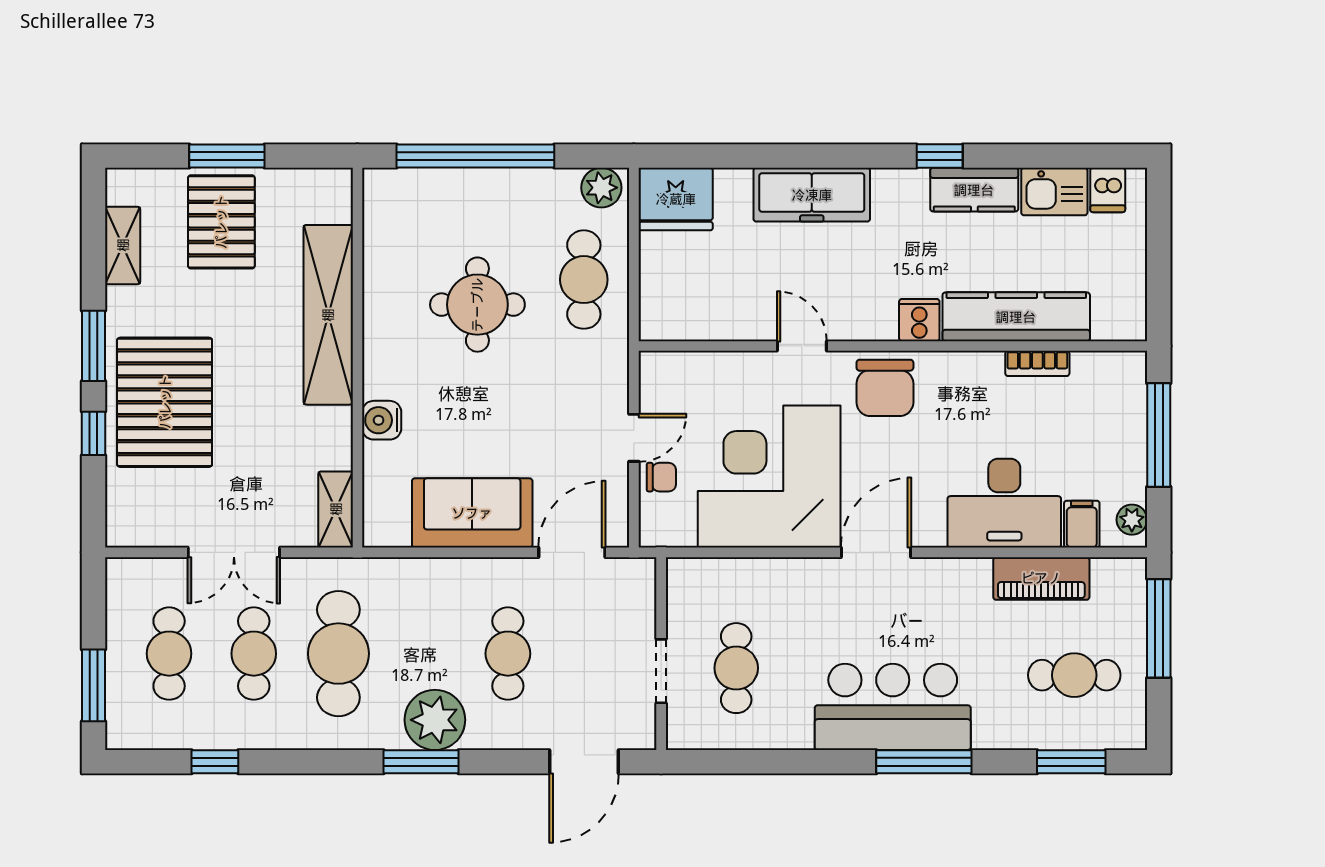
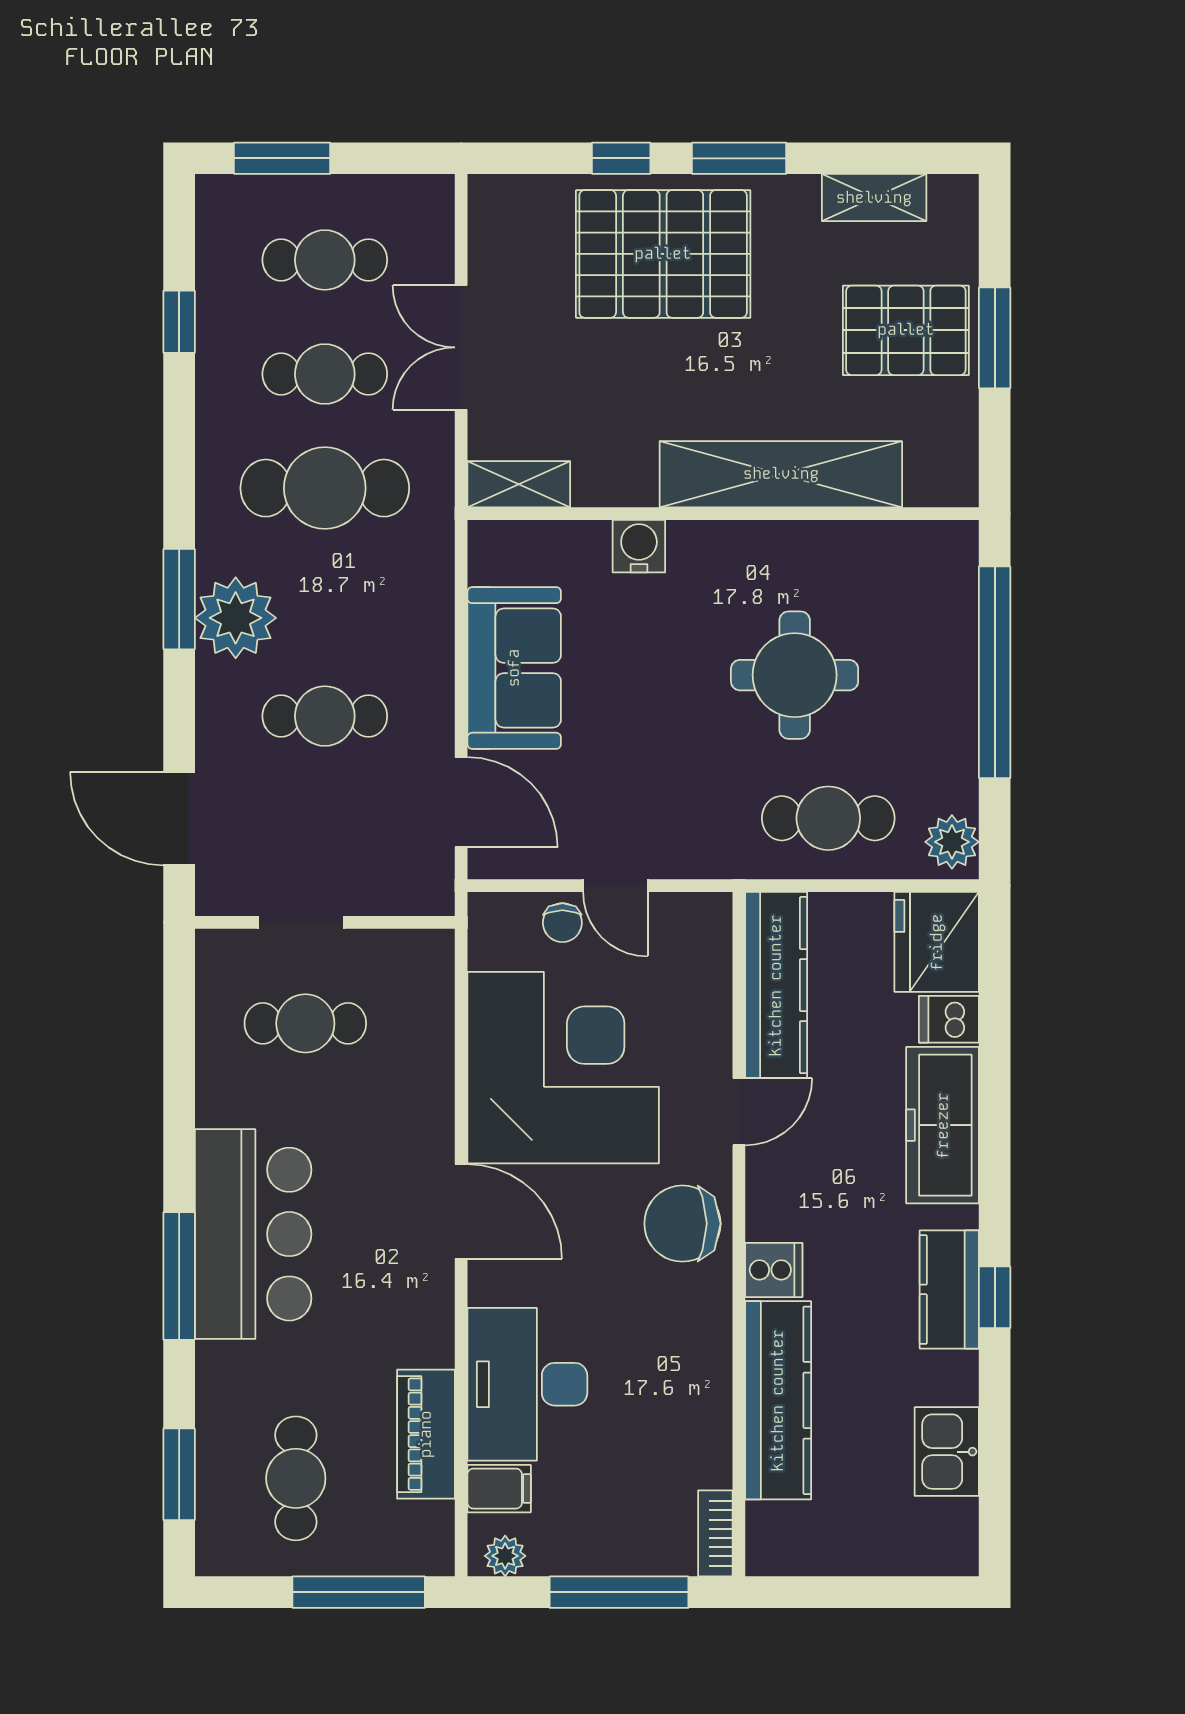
kitchen counter: (974, 190) -> (949, 1289), moved
dishwasher: (1108, 190) -> (949, 1019), moved
kitchen counter: (708, 318) -> (776, 985), added
bookcase: (1037, 363) -> (715, 1533), moved

